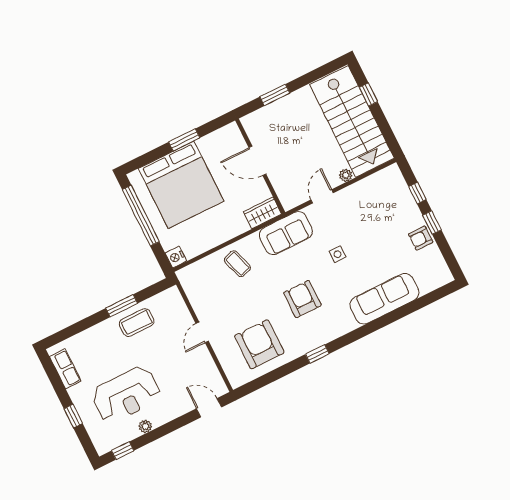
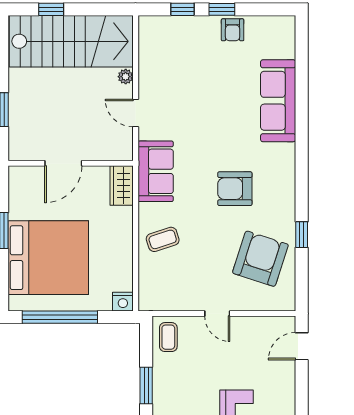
side table: (338, 254) -> (206, 127), removed
coffee table: (137, 323) -> (168, 337), moved, width x0.73, depth x0.77
armchair: (259, 344) -> (260, 259), turned 108
window: (317, 354) -> (302, 235), moved

